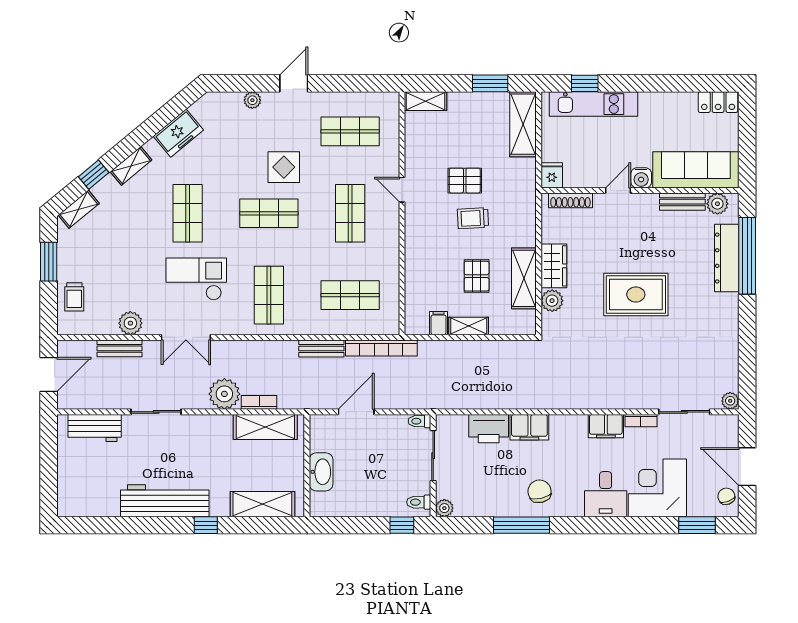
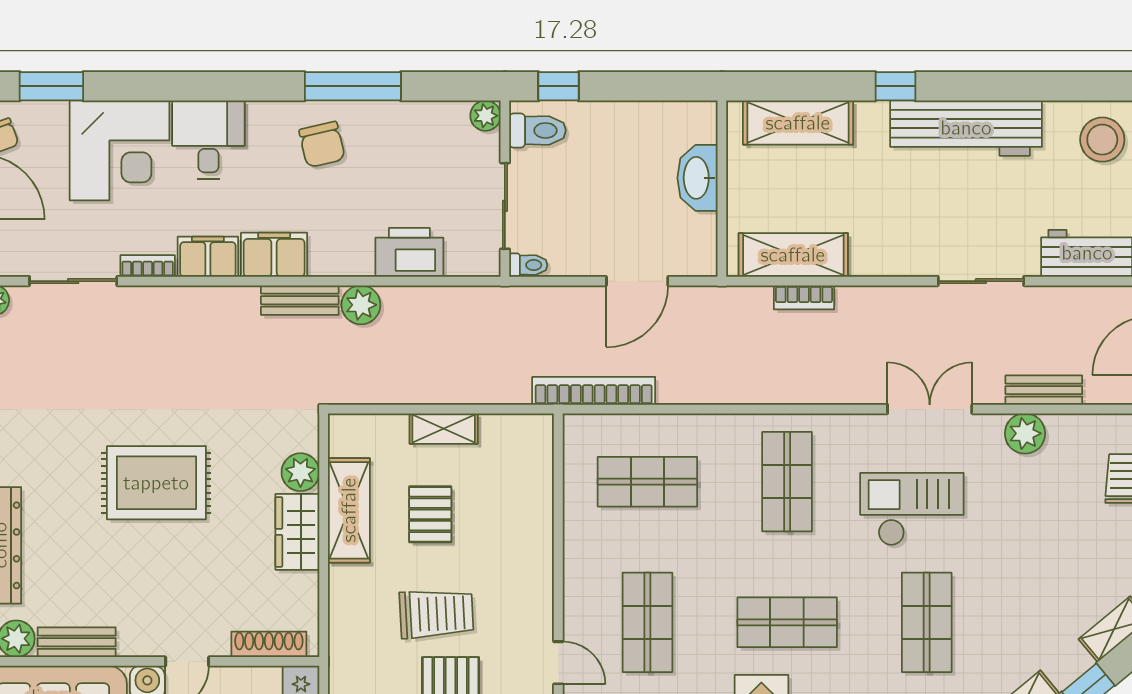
trolley: (473, 218) -> (436, 614), width x1.36, depth x1.39
checkout: (196, 279) -> (912, 509), turned 180
filing cabinet: (439, 323) -> (496, 433), removed
bench: (321, 348) -> (300, 300), moved
plant: (224, 394) -> (361, 305), moved, width x0.73, depth x0.73
filing cabinet: (529, 427) -> (274, 255), moved
stool: (85, 494) -> (1102, 140), added
toilet: (419, 502) -> (538, 130), width x1.37, depth x1.39

